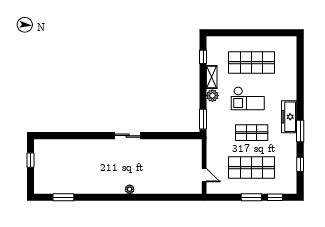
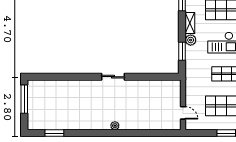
window: (203, 119) -> (182, 51), moved
window: (31, 160) -> (24, 99), width x2.17

